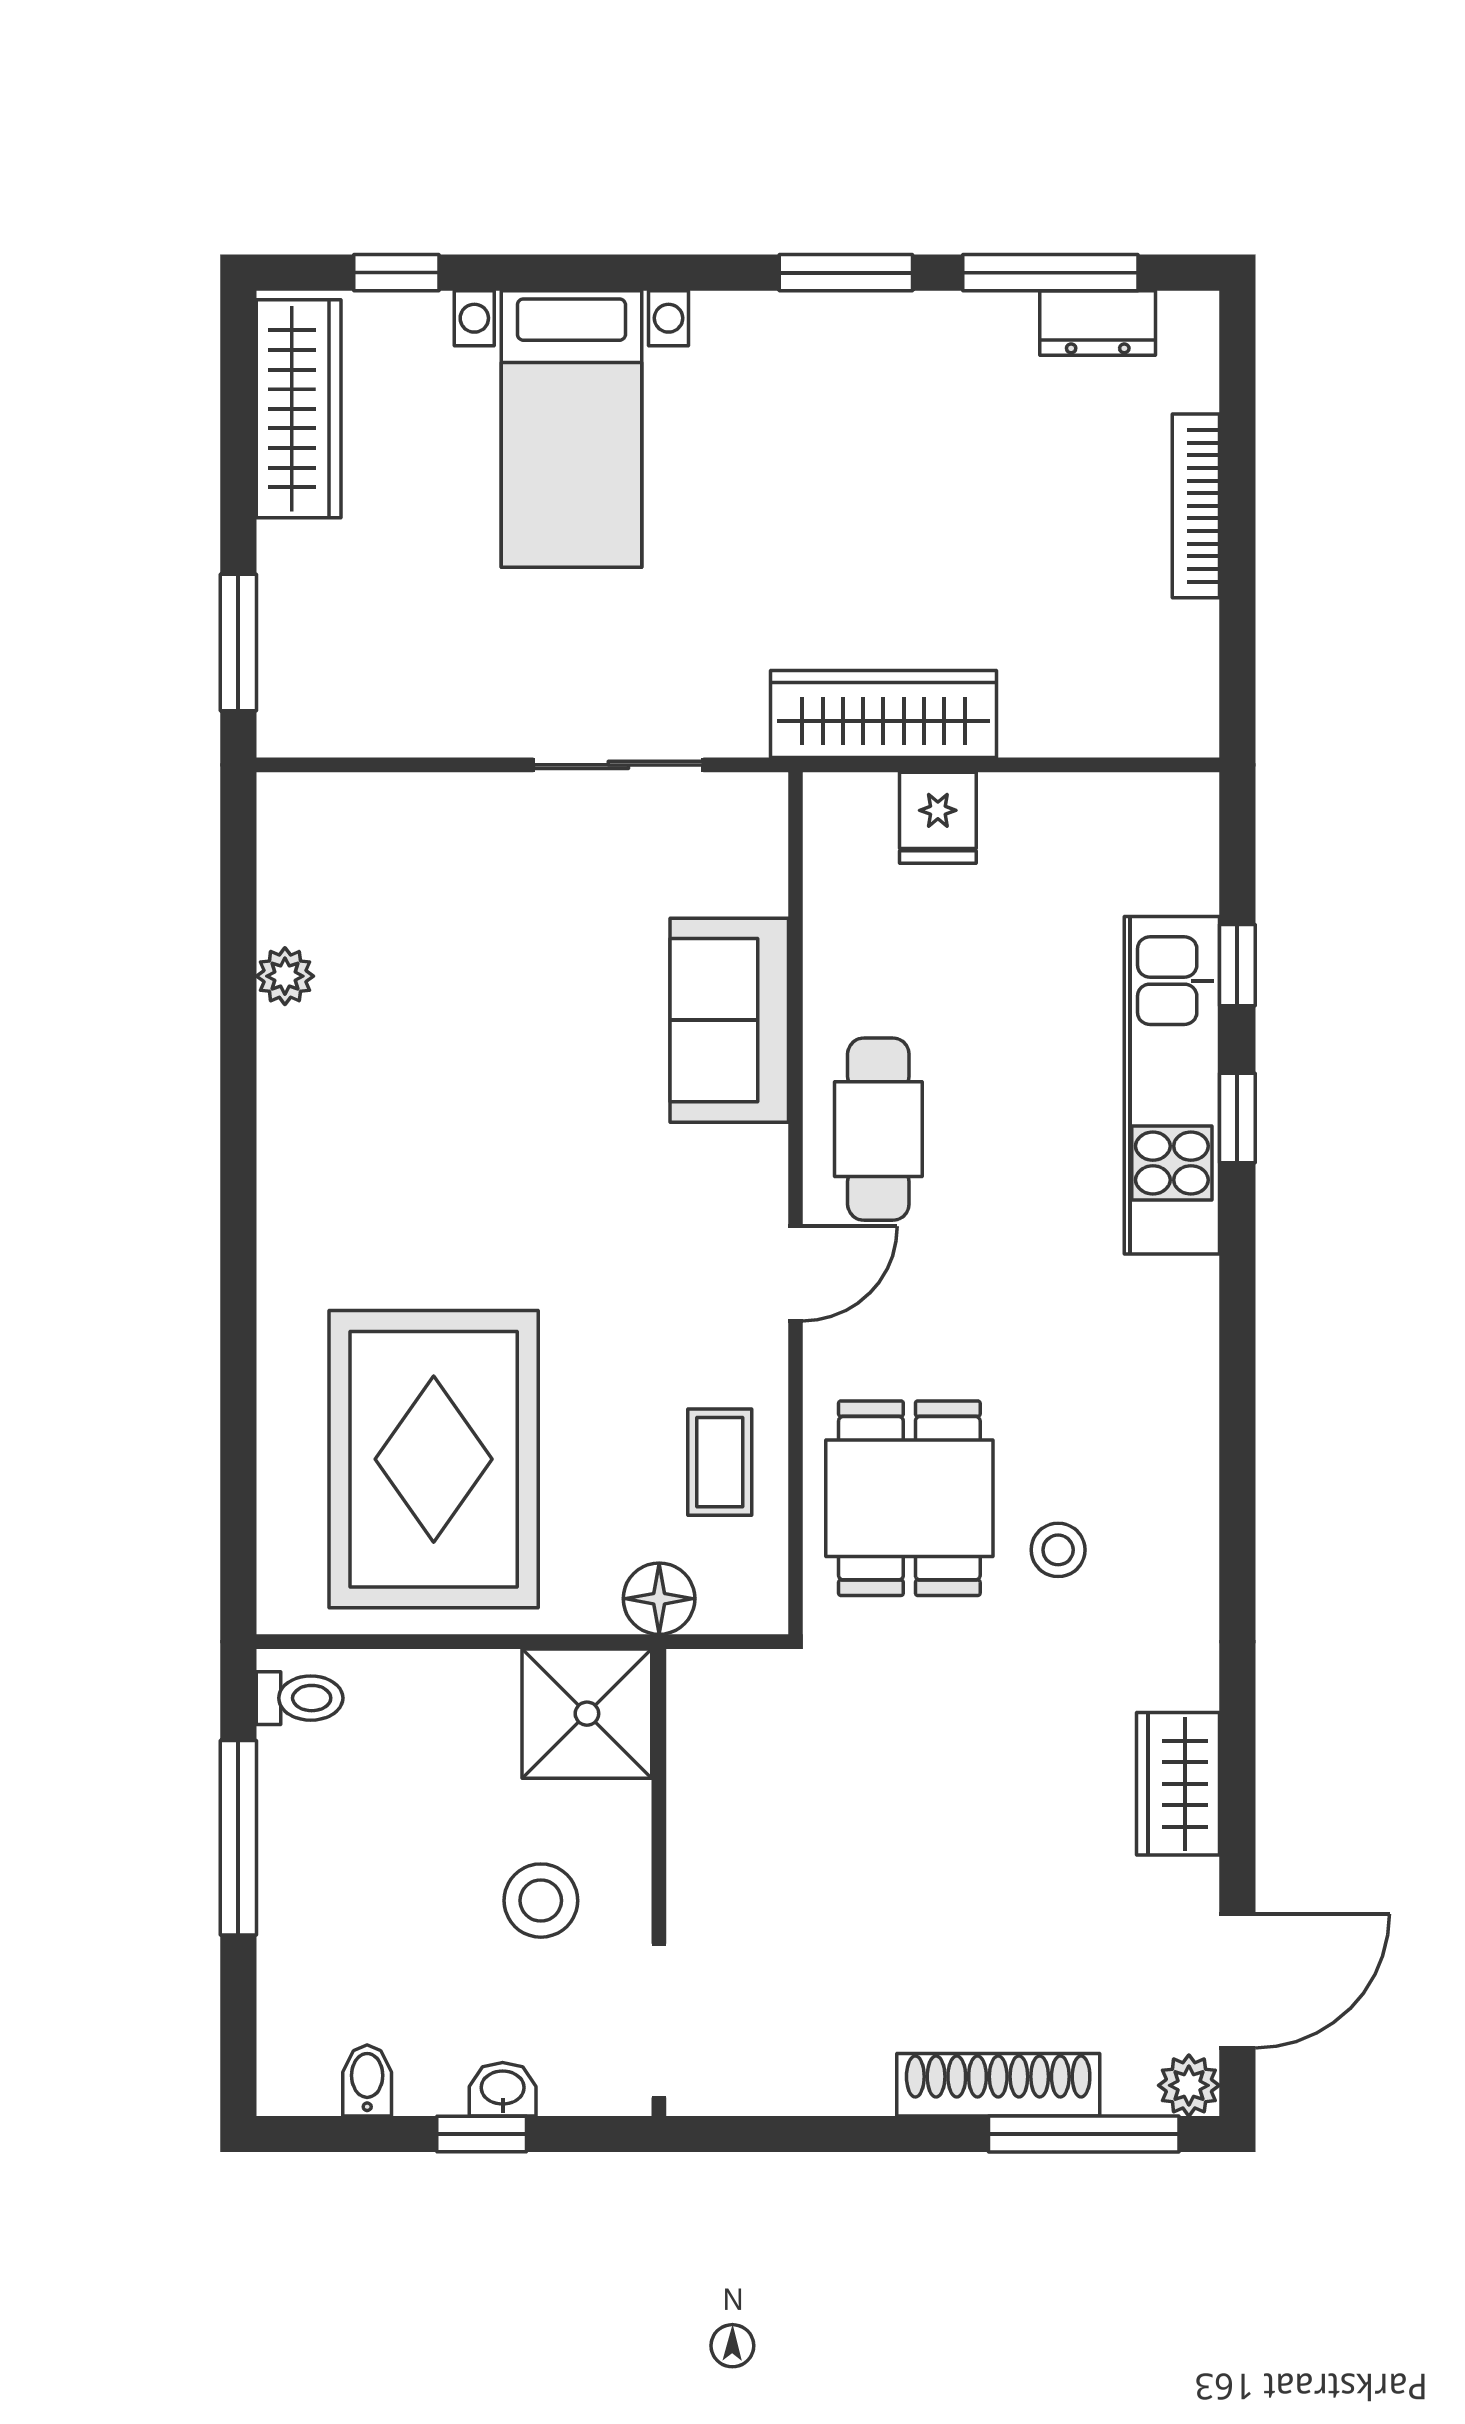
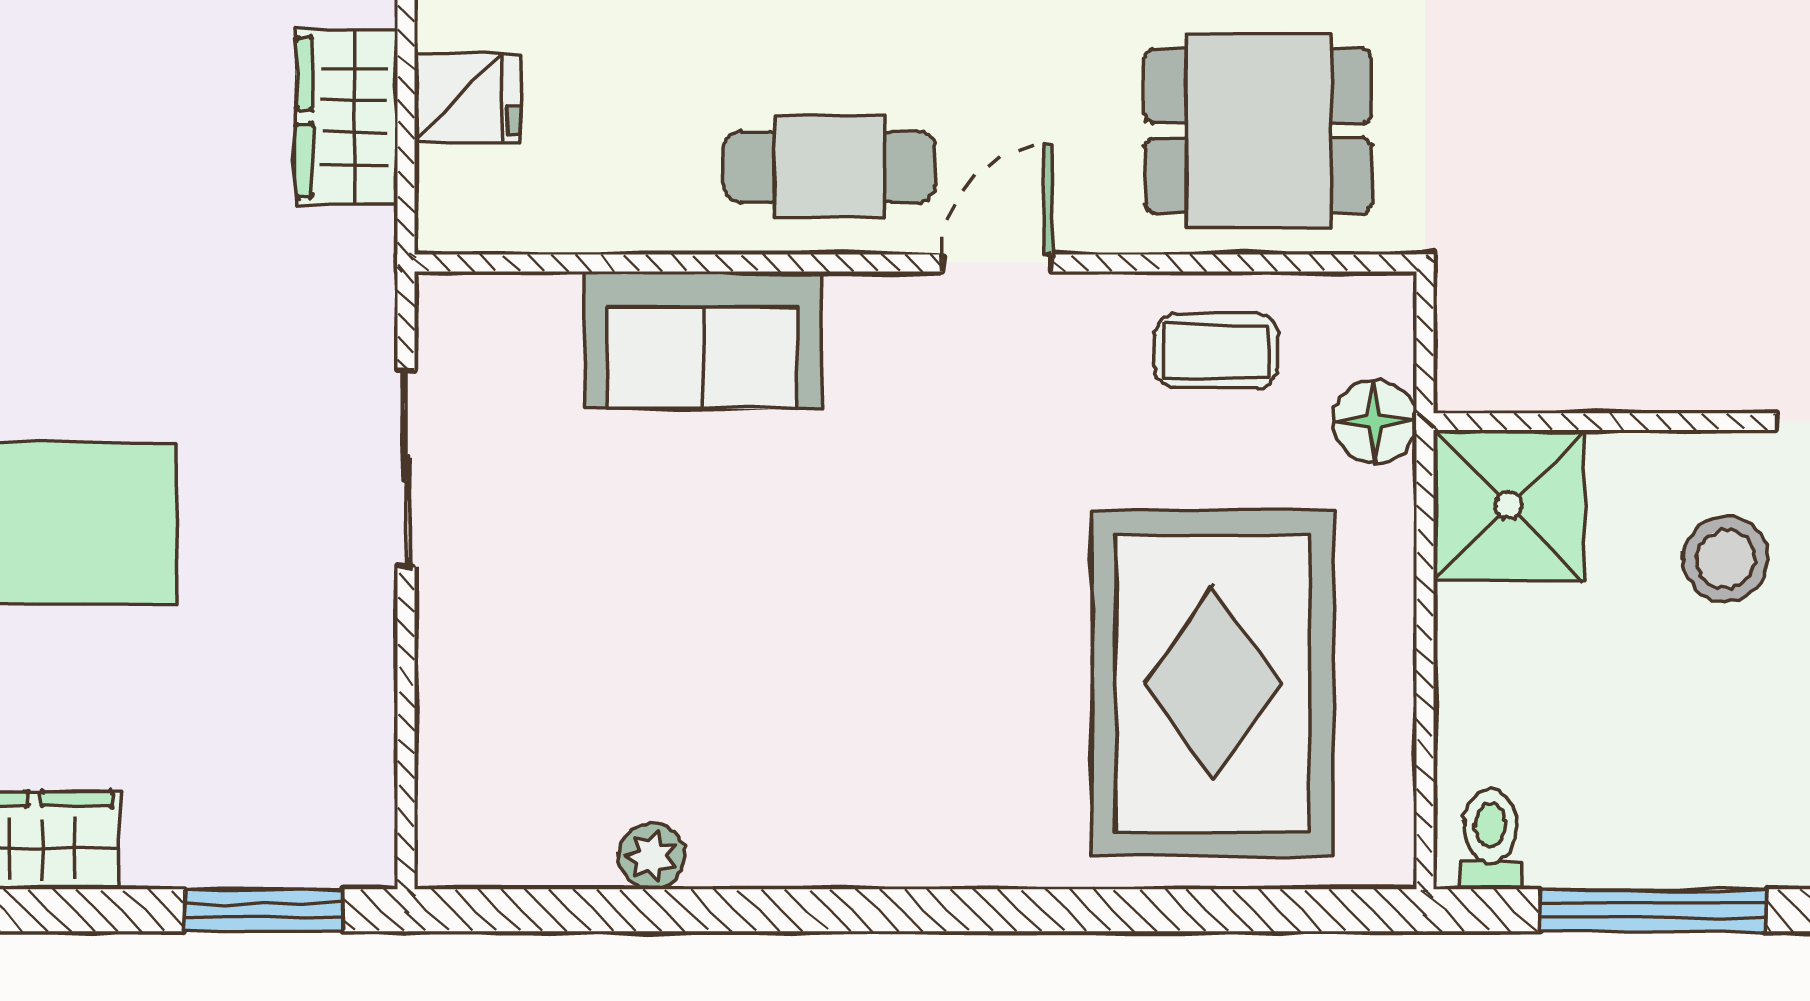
wardrobe: (883, 714) -> (347, 117), width x0.67
door: (795, 1273) -> (997, 263), hinge flipped
rug: (434, 1459) -> (1213, 683), turned 90

